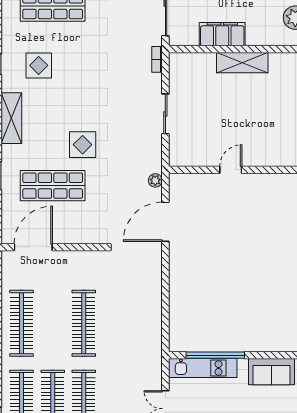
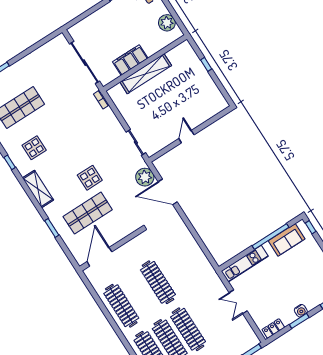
shelving: (242, 63) -> (146, 74), width x1.47
sliding door: (165, 114) -> (136, 142), moved
plant: (155, 180) -> (145, 177), width x1.88, depth x1.88
door: (165, 222) -> (168, 192), hinge flipped
window: (215, 355) -> (270, 237), moved

